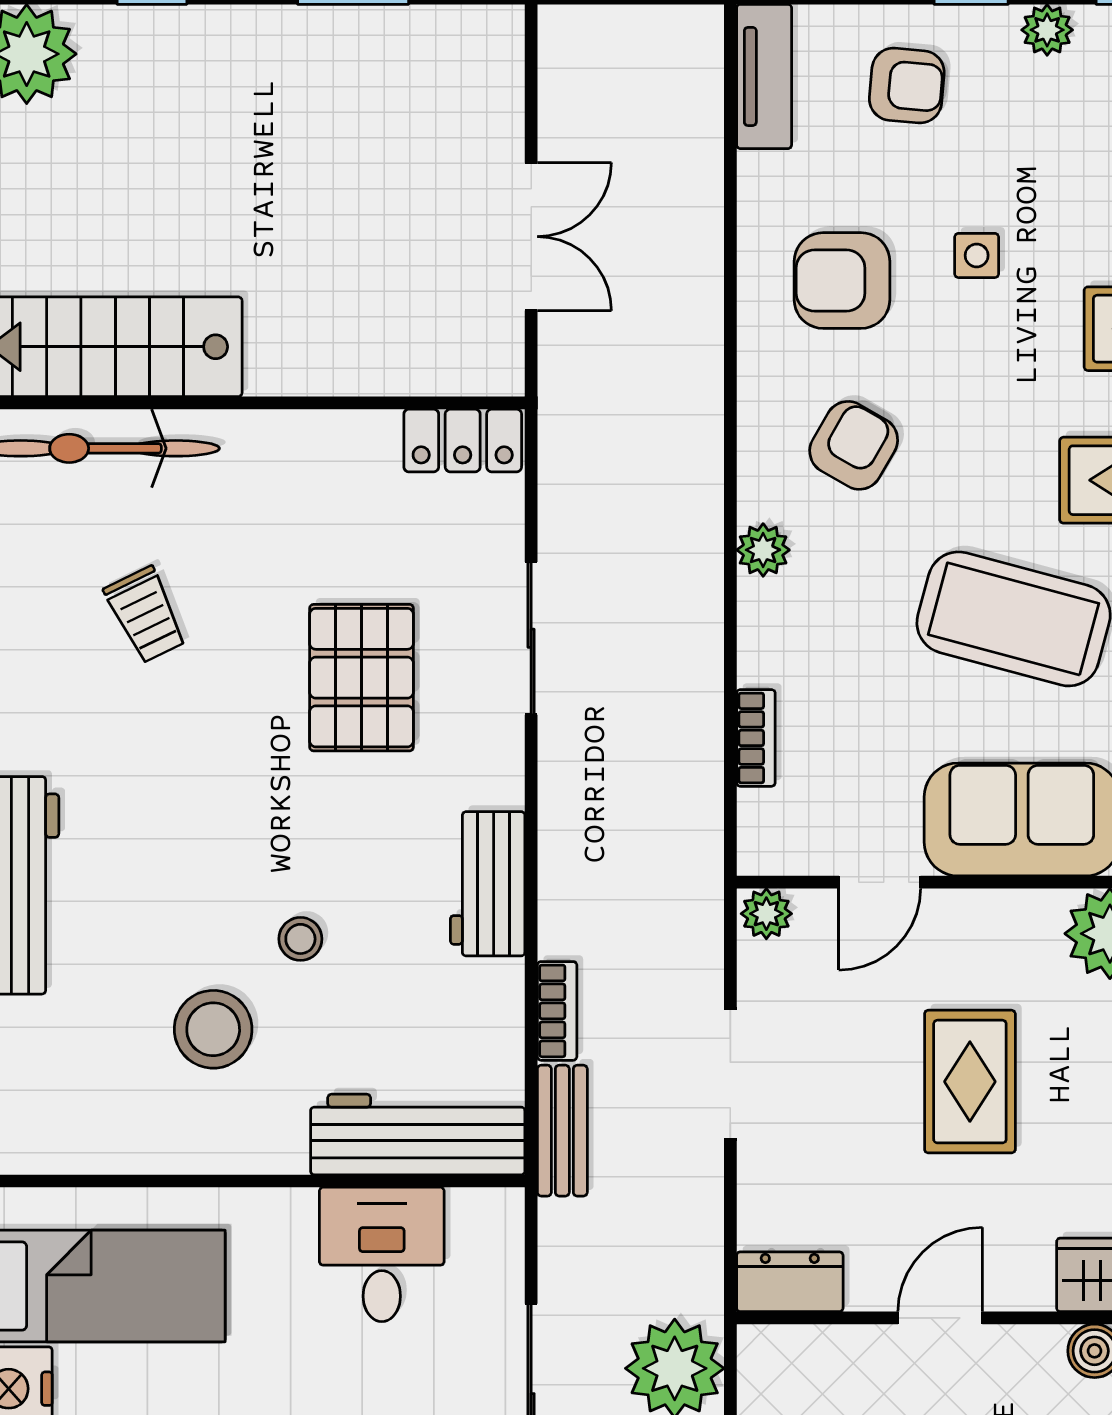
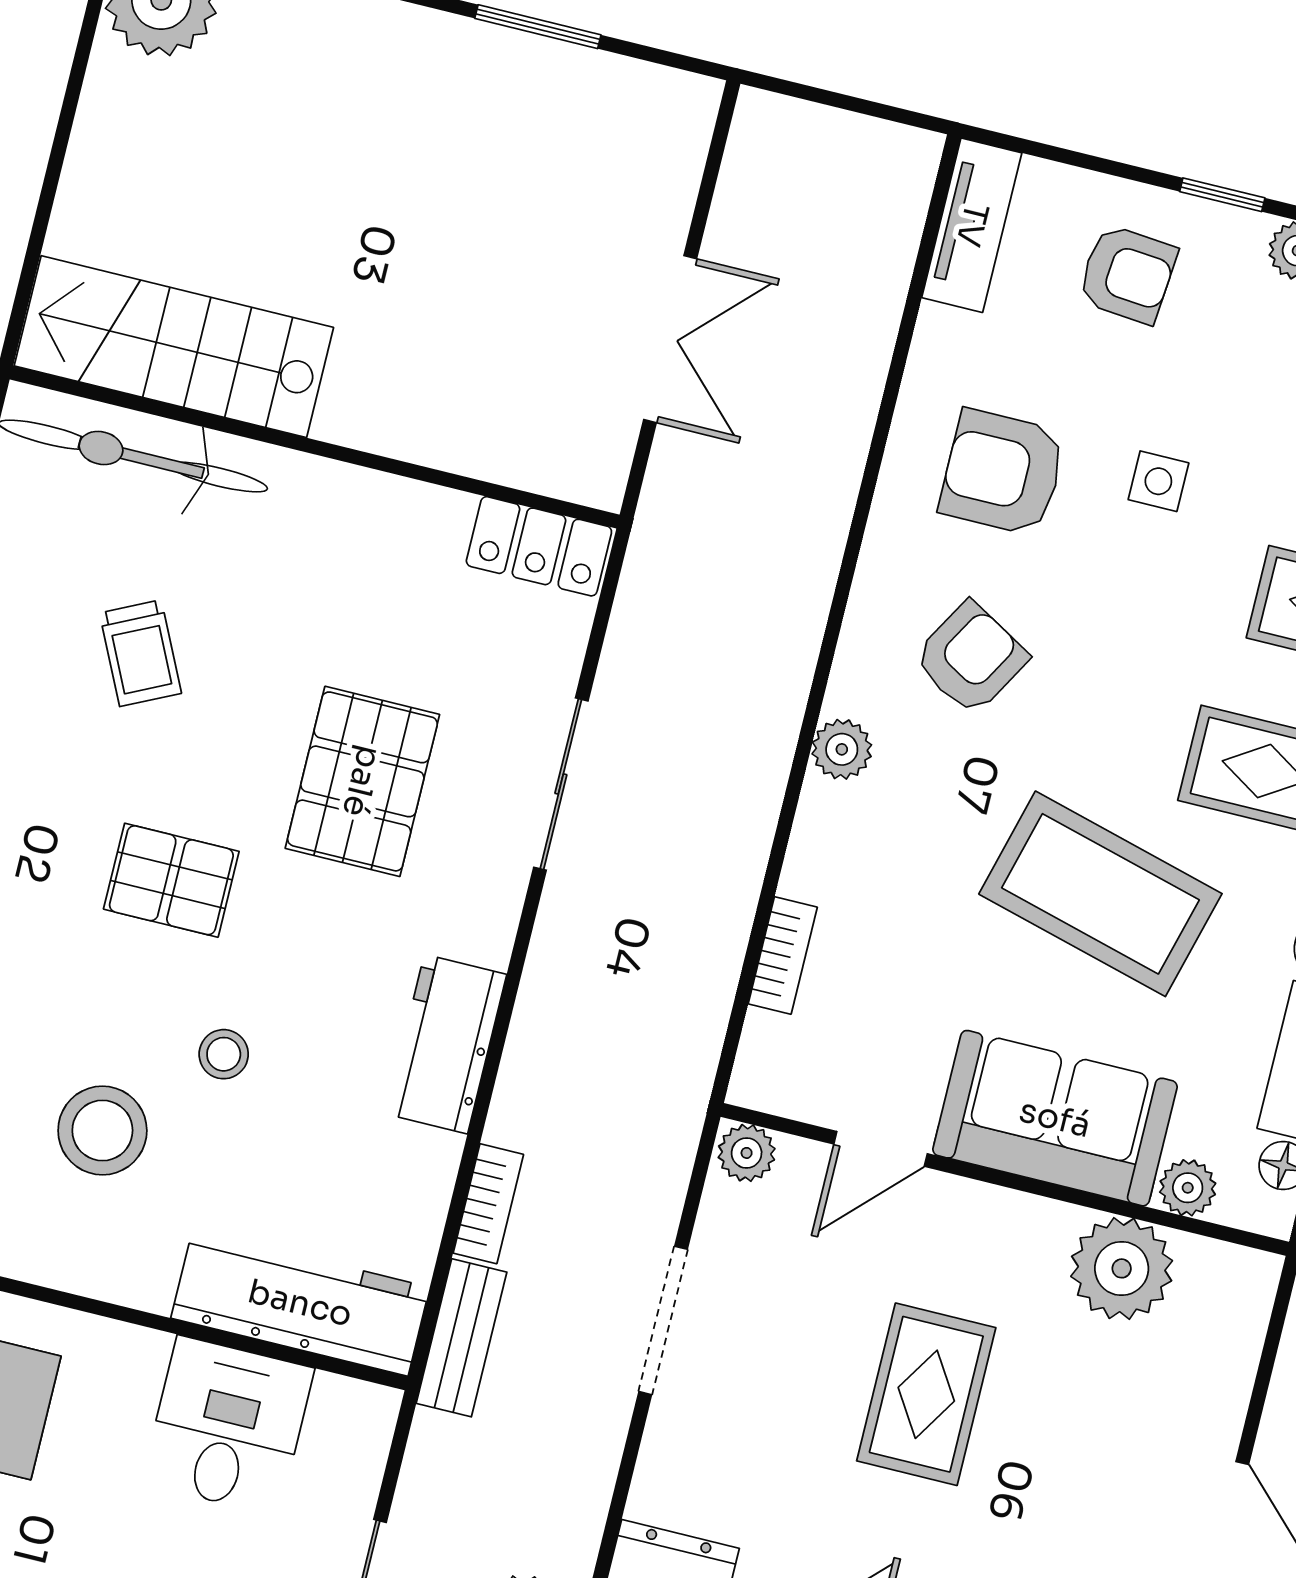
pallet: (219, 802) -> (171, 880), added

